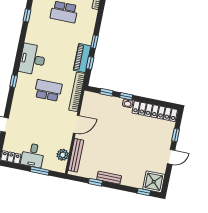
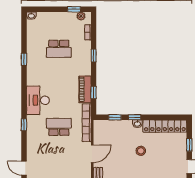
window: (94, 42) -> (94, 56), moved
stool: (126, 131) -> (141, 151), added

